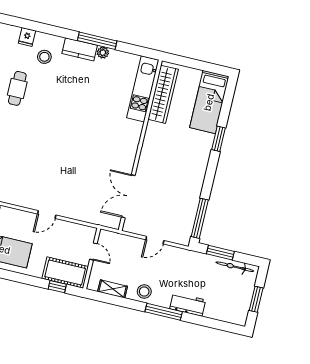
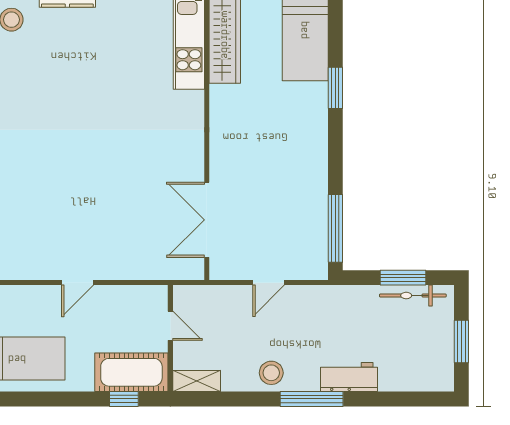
window: (220, 253) -> (403, 278), moved
shelving: (113, 289) -> (197, 381), moved

